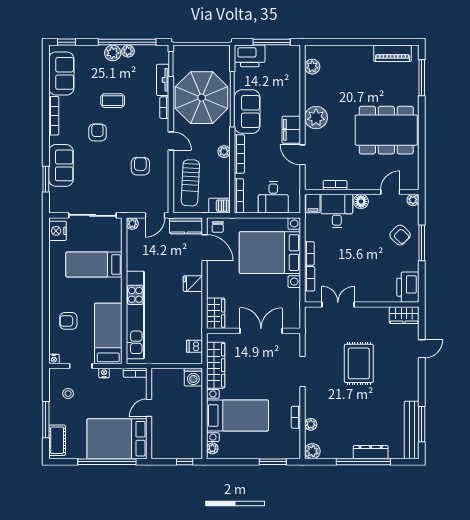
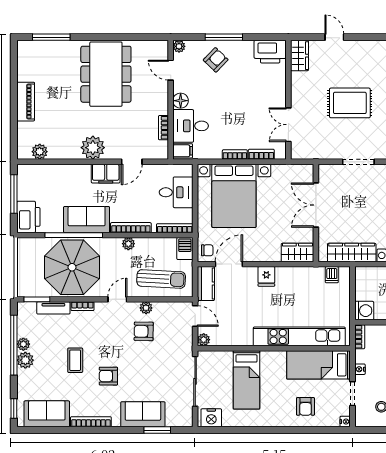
piano: (393, 53) -> (26, 102), moved
plant: (163, 168) -> (146, 308), added
washing machine: (193, 377) -> (364, 311), moved

